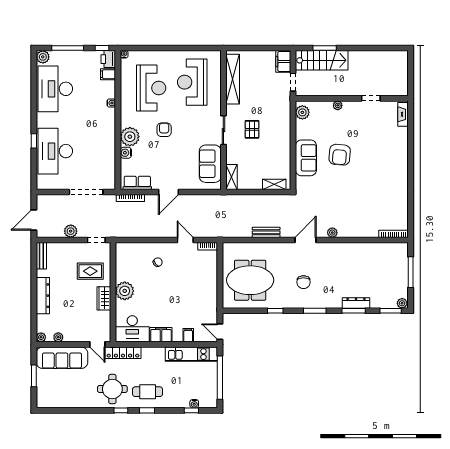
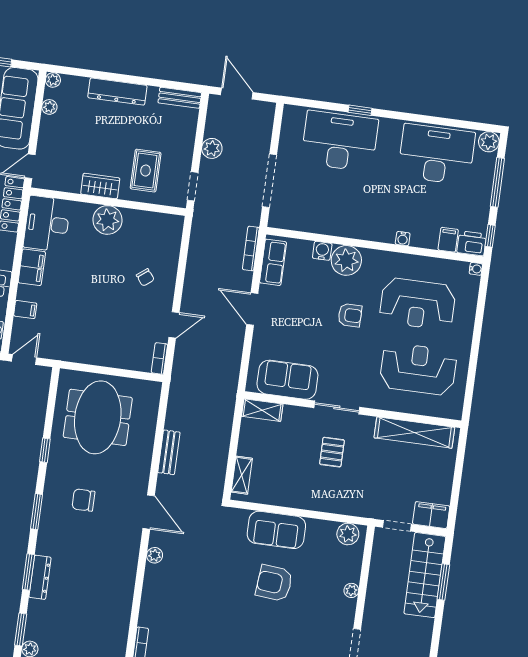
pallet: (252, 129) -> (332, 452), turned 90

